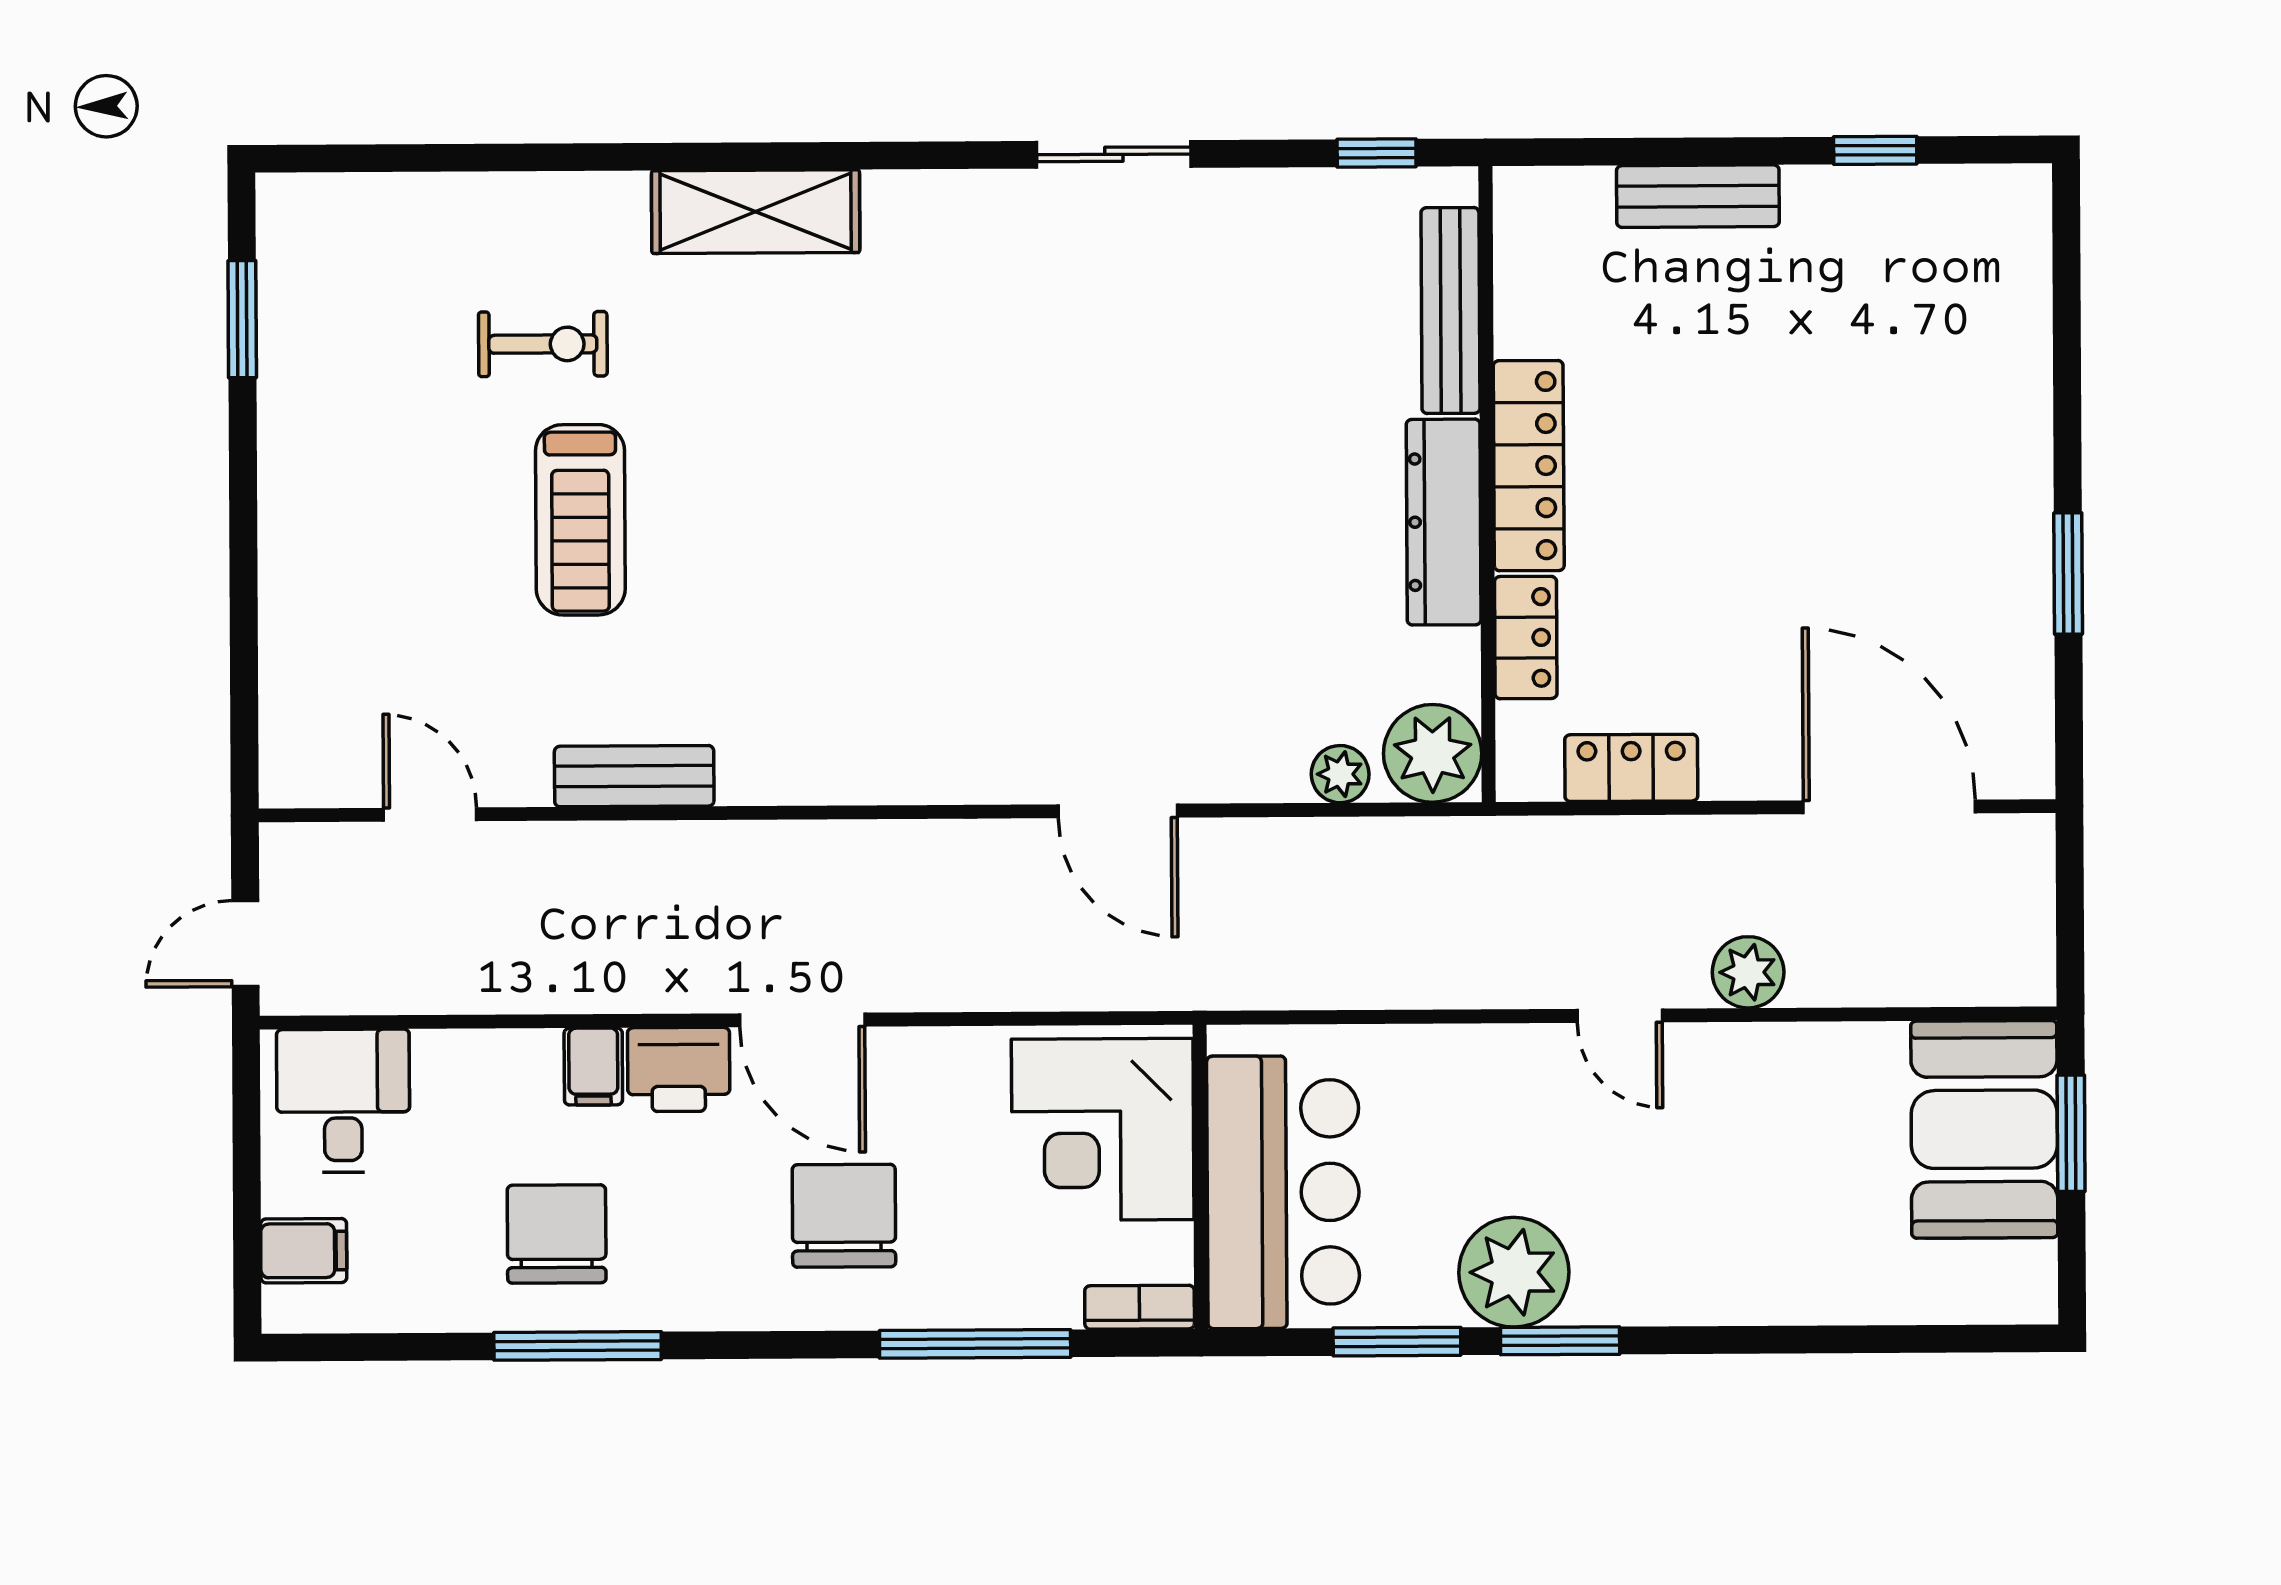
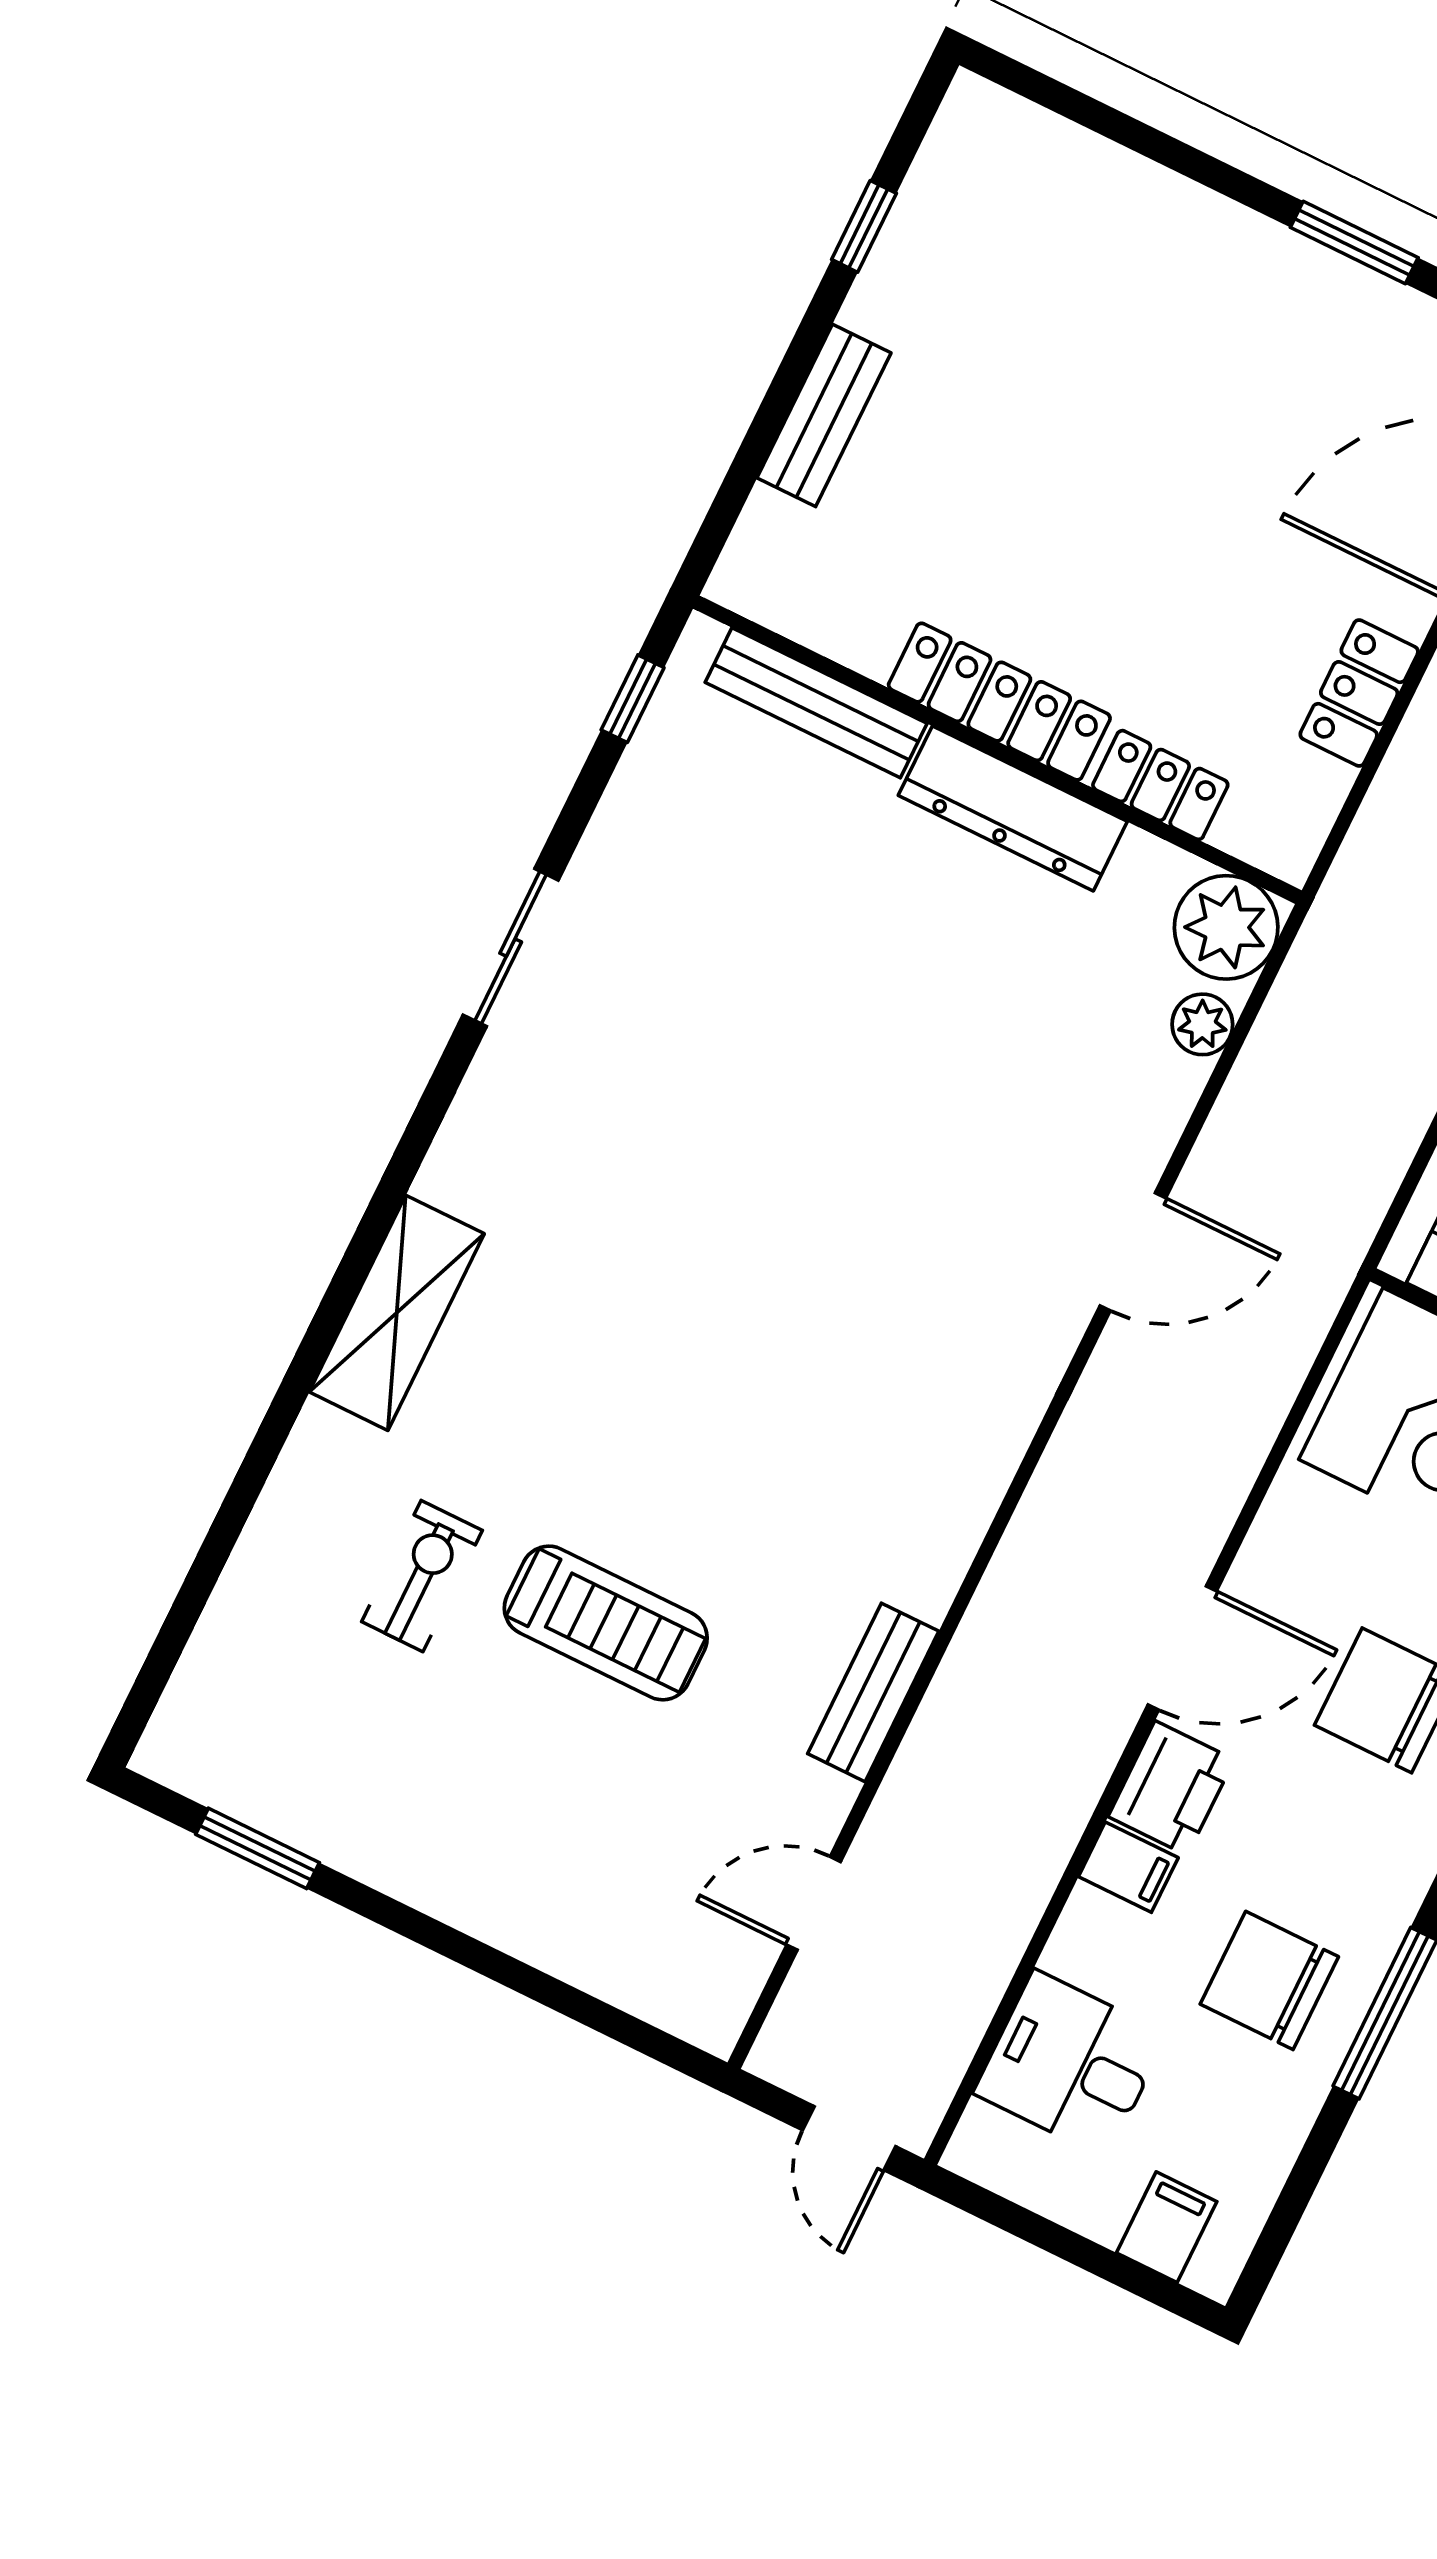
locker: (1631, 768) -> (1359, 693), moved
desk: (343, 1101) -> (1071, 2064), moved

